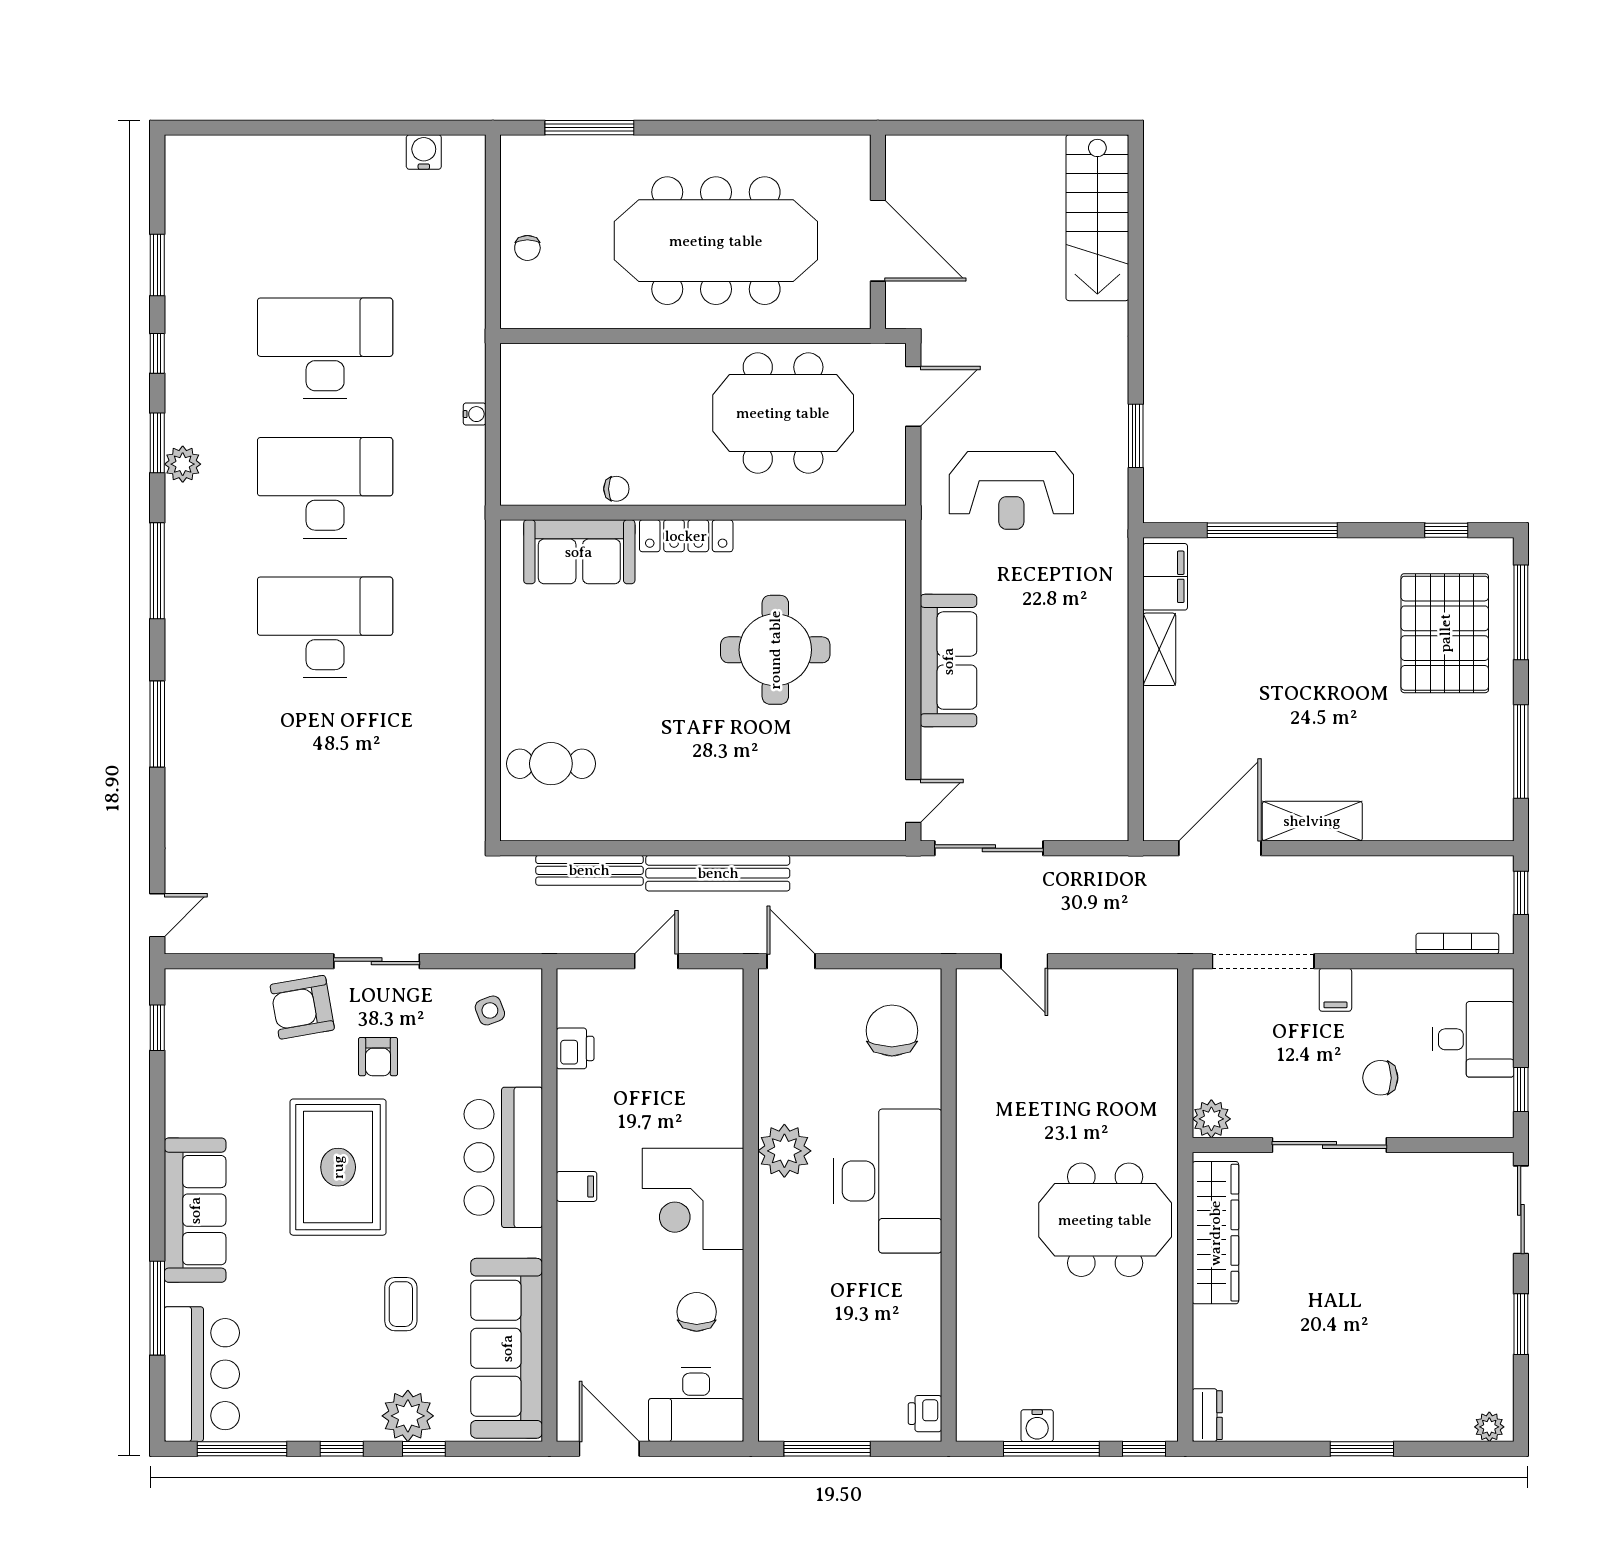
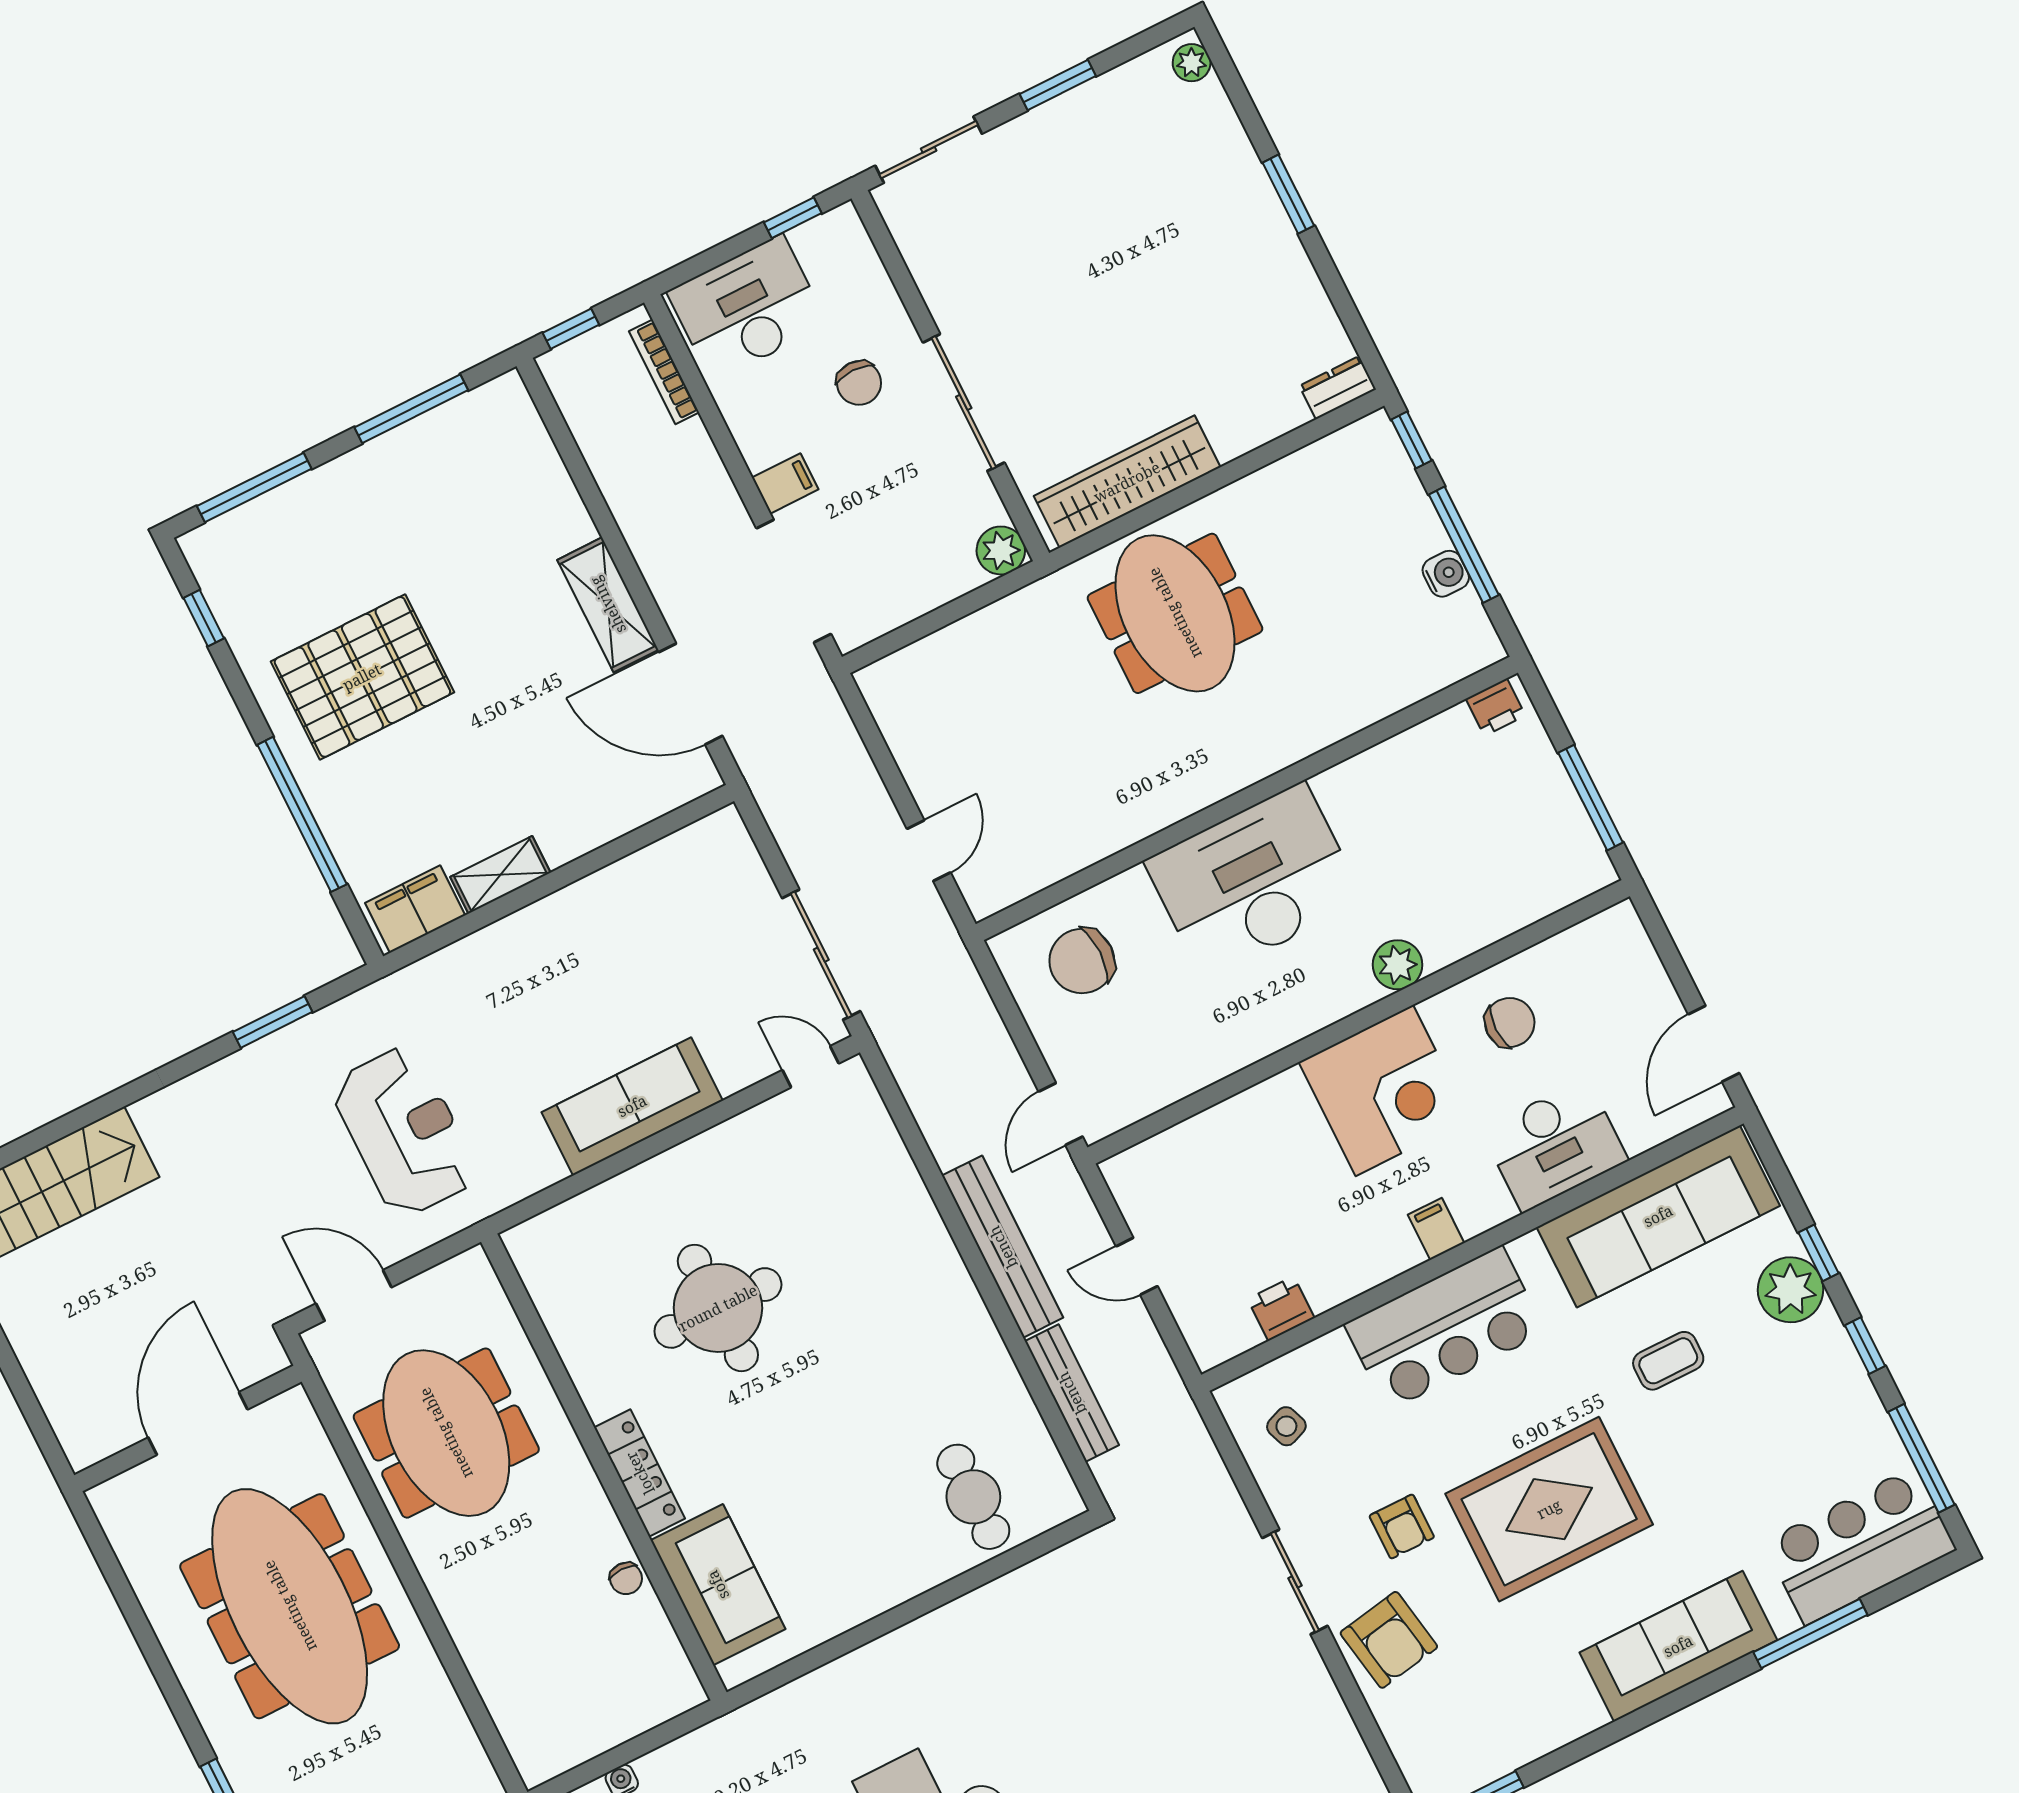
chair: (616, 489) -> (626, 1578), turned 180
pallet: (1445, 633) -> (362, 677), moved
desk: (1473, 1039) -> (747, 308), width x1.37
armchair: (378, 1057) -> (1402, 1526), turned 90
plant: (784, 1151) -> (1398, 965), moved, width x0.73, depth x0.73
chair: (697, 1312) -> (1510, 1022), turned 180
desk: (696, 1404) -> (1555, 1145), moved, turned 90

